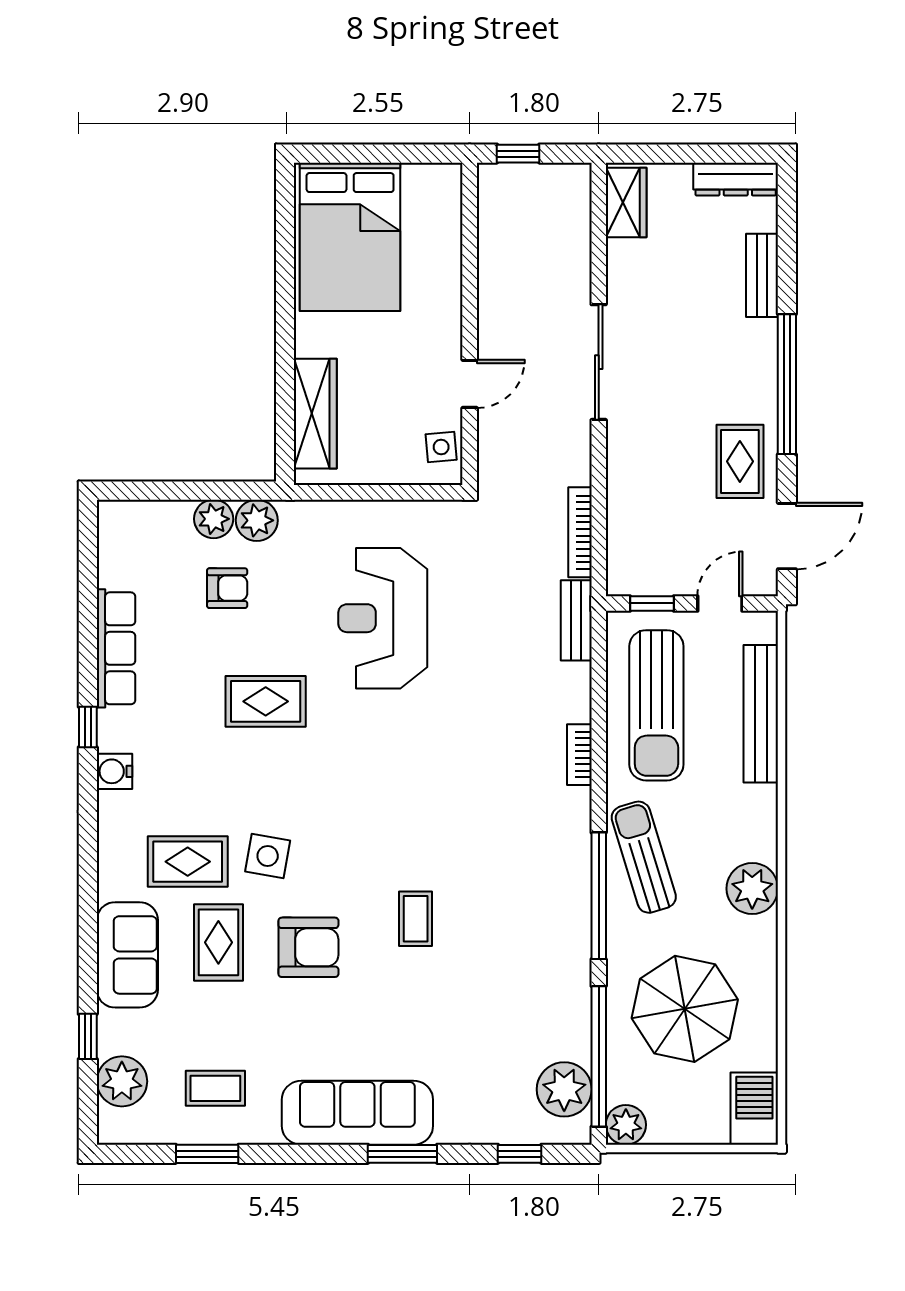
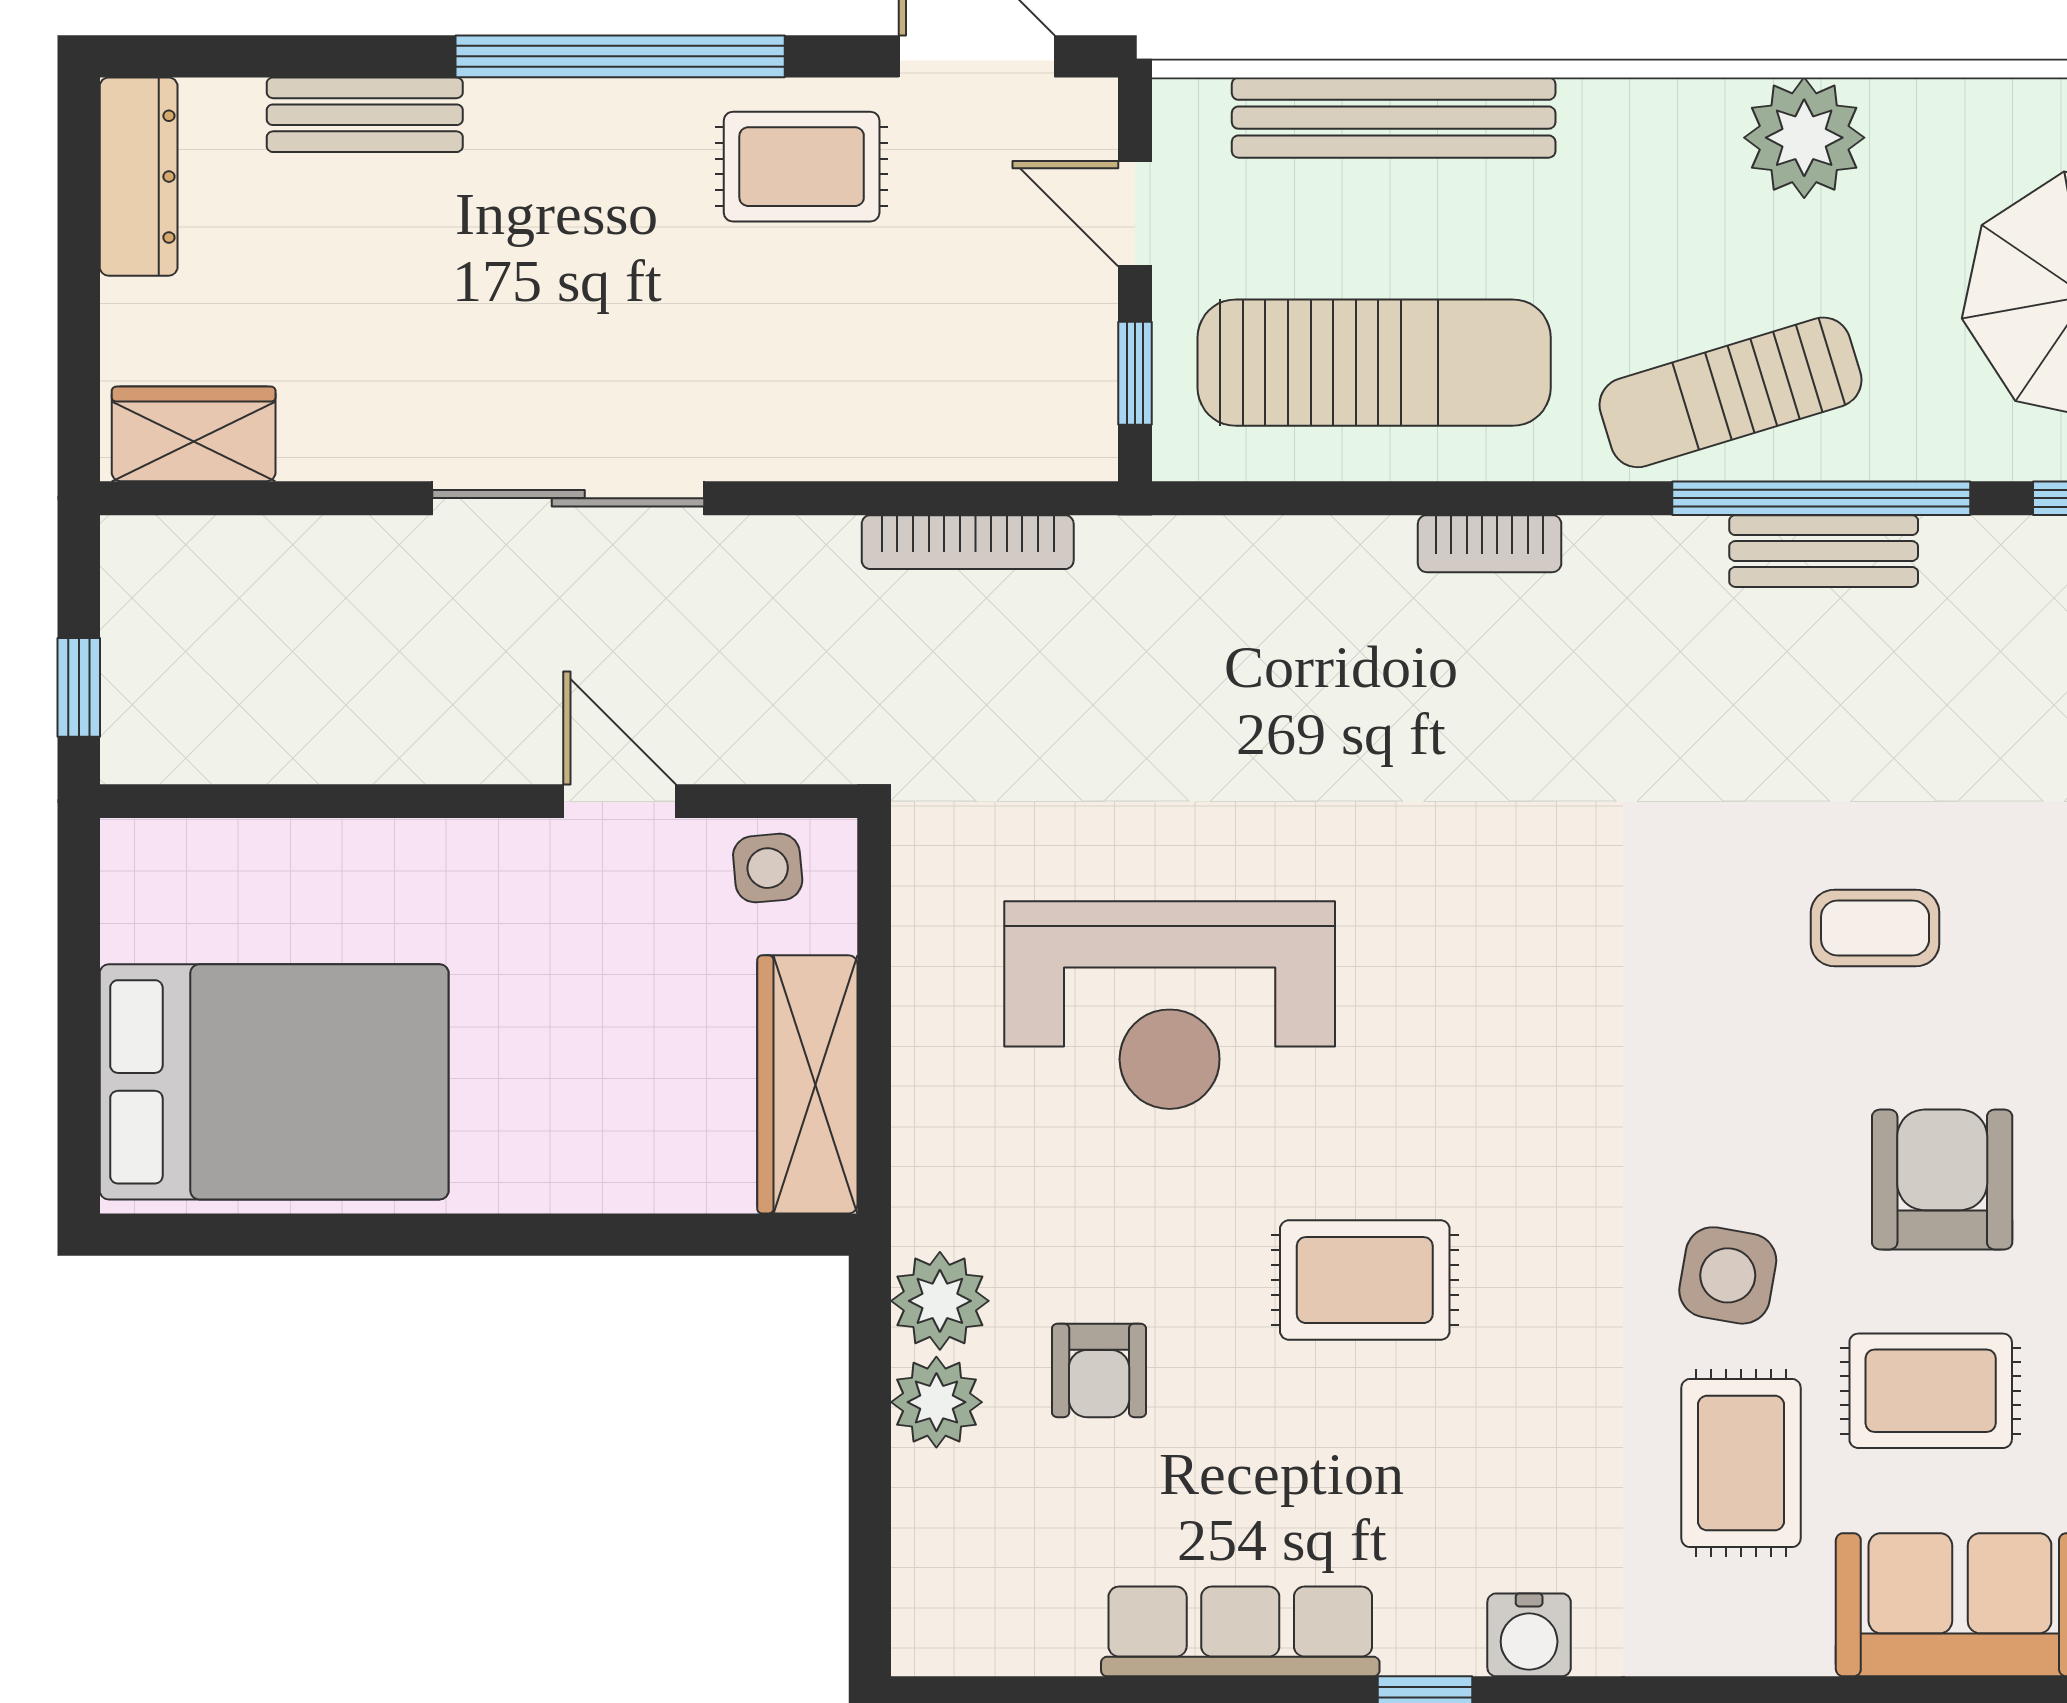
wardrobe: (315, 414) -> (807, 1084), moved, turned -90
armchair: (227, 588) -> (1099, 1370), turned 180
bench: (576, 620) -> (1824, 551), moved
rug: (266, 701) -> (1365, 1280), turned 90

